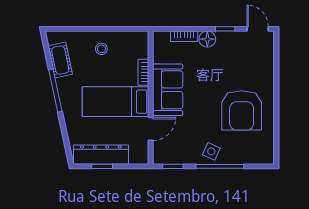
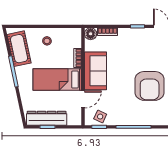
floor lamp: (207, 39) -> (91, 34), moved
cot: (60, 60) -> (19, 49), width x1.37, depth x1.34
side table: (211, 151) -> (100, 117), moved

